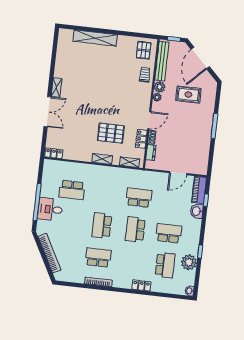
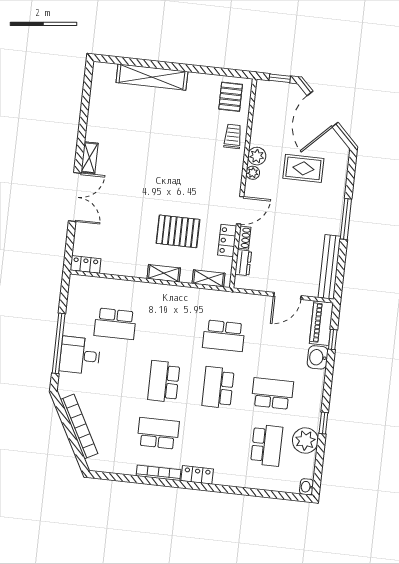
bench: (162, 61) -> (329, 267), moved
school desk: (139, 198) -> (224, 336), turned 180
locker: (141, 285) -> (197, 475), moved

